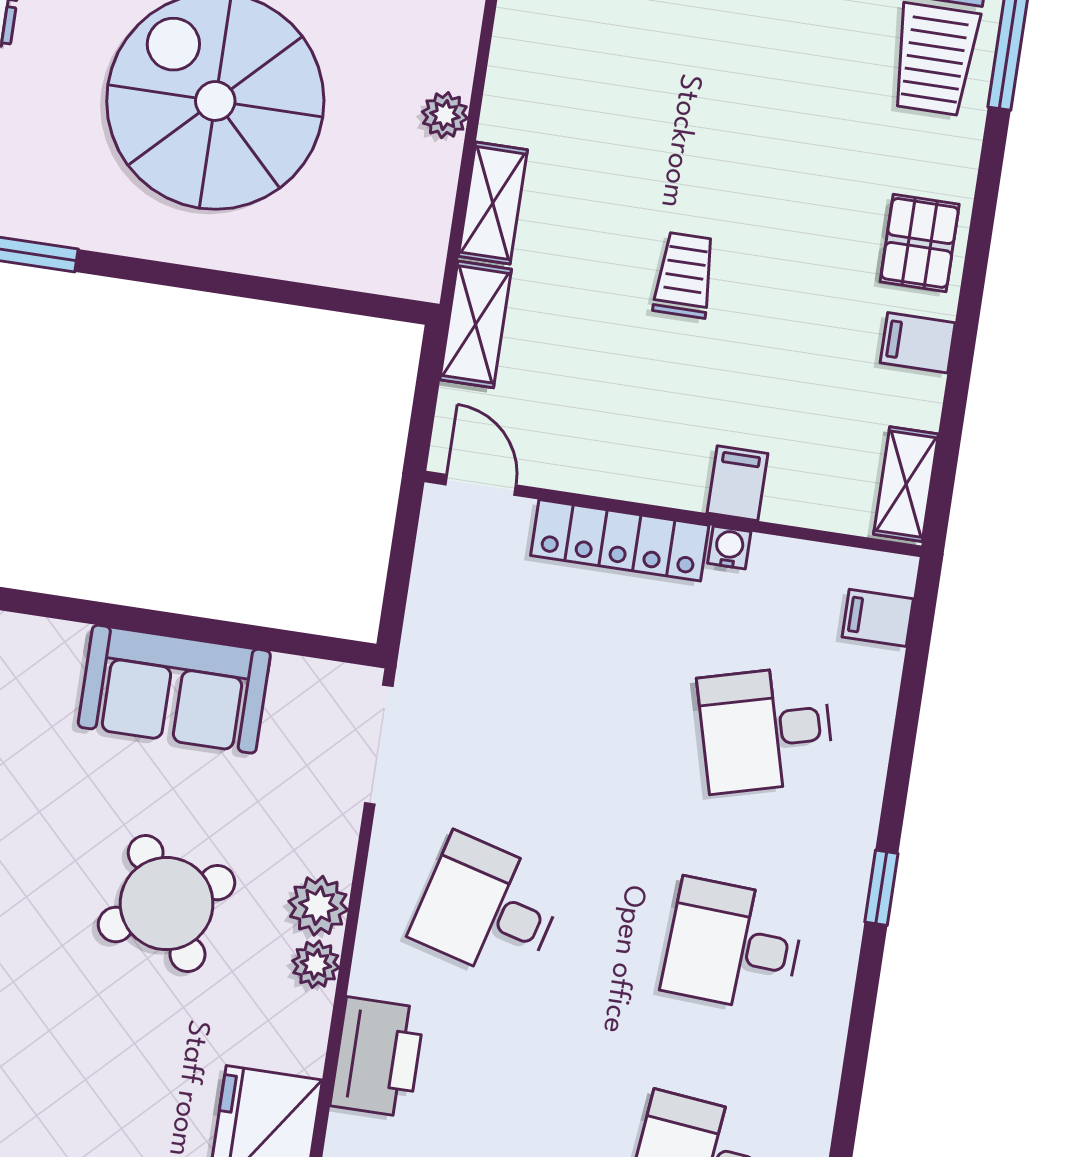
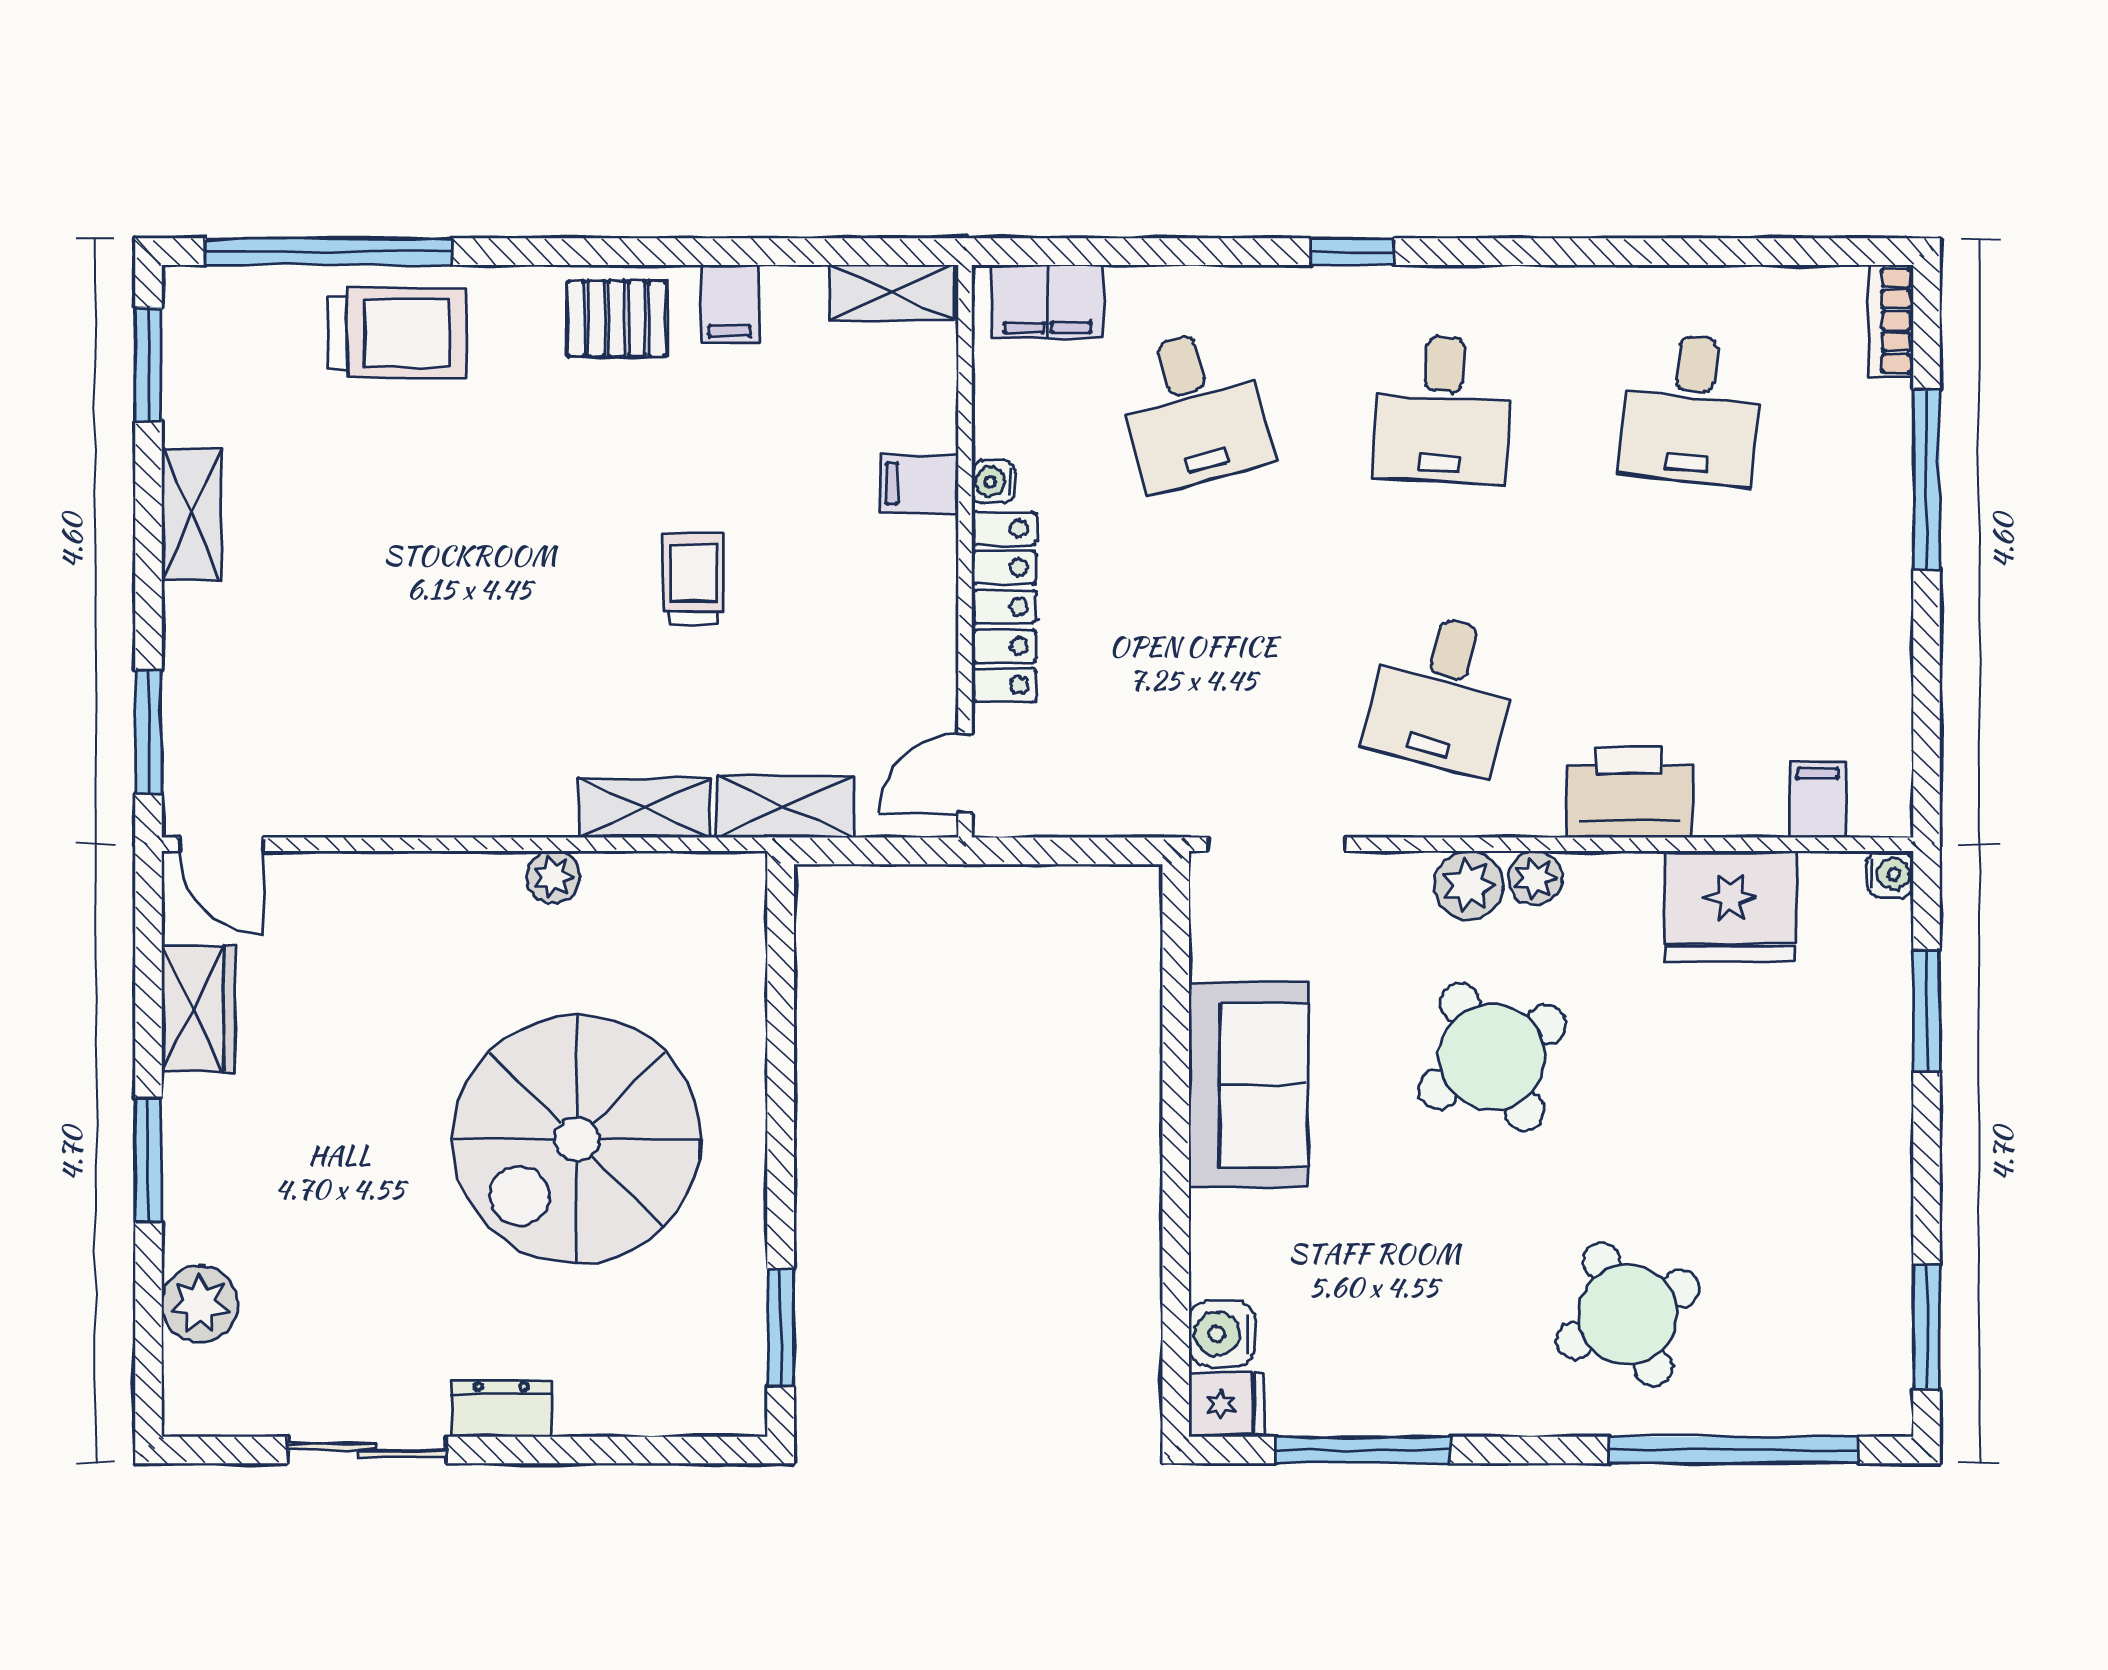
trolley: (685, 275) -> (693, 579), turned 90
filing cabinet: (878, 618) -> (1048, 302), width x2.00

